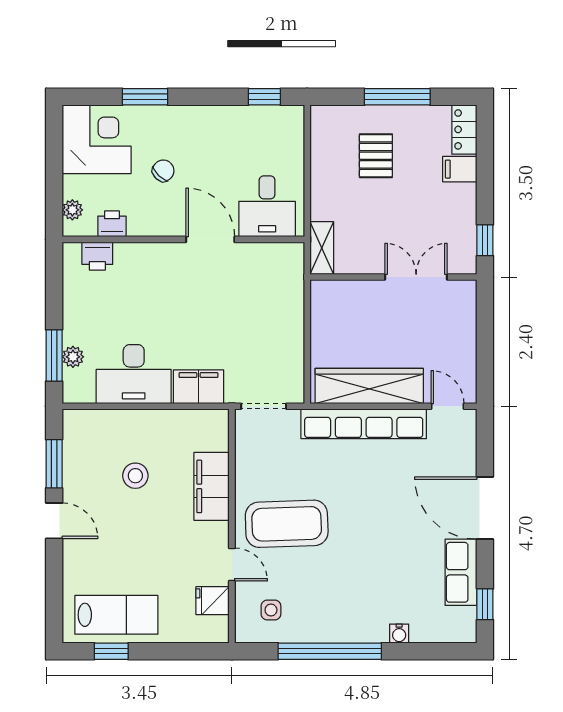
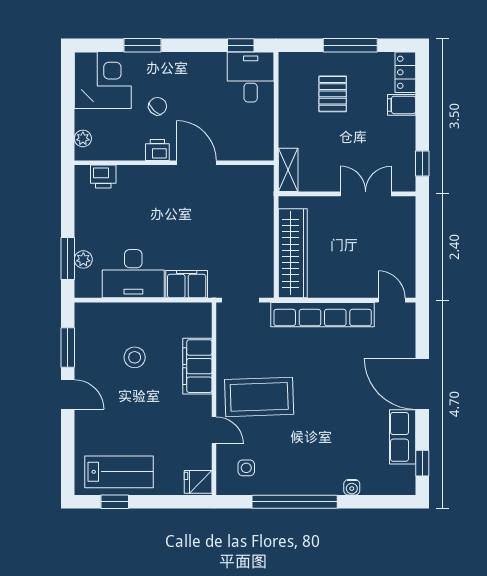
desk: (267, 206) -> (251, 77), moved, turned 180
printer: (112, 224) -> (157, 150), moved
wardrobe: (369, 386) -> (293, 253), moved, turned 90
fridge: (213, 601) -> (198, 482), moved

